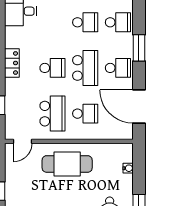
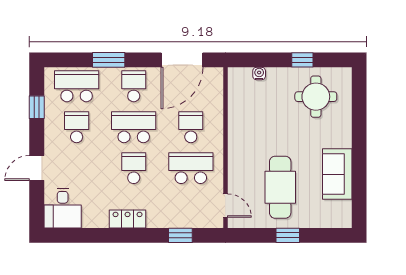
school desk: (118, 22) -> (77, 86), width x1.85
cafe table: (67, 164) -> (280, 187), moved

